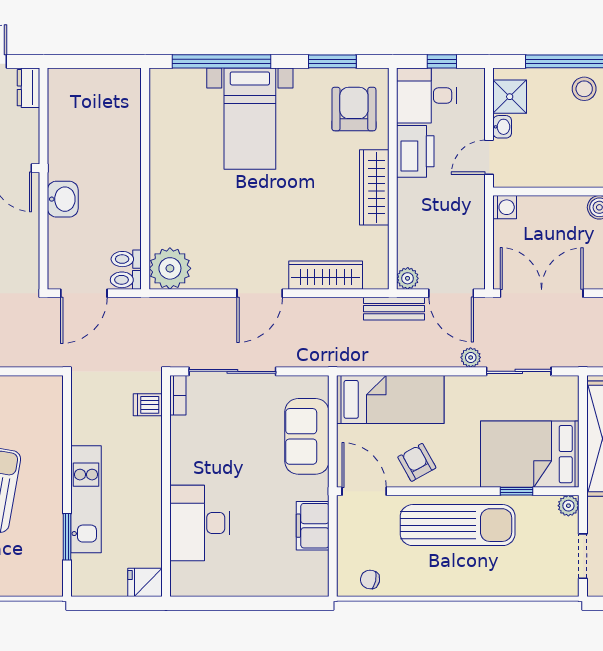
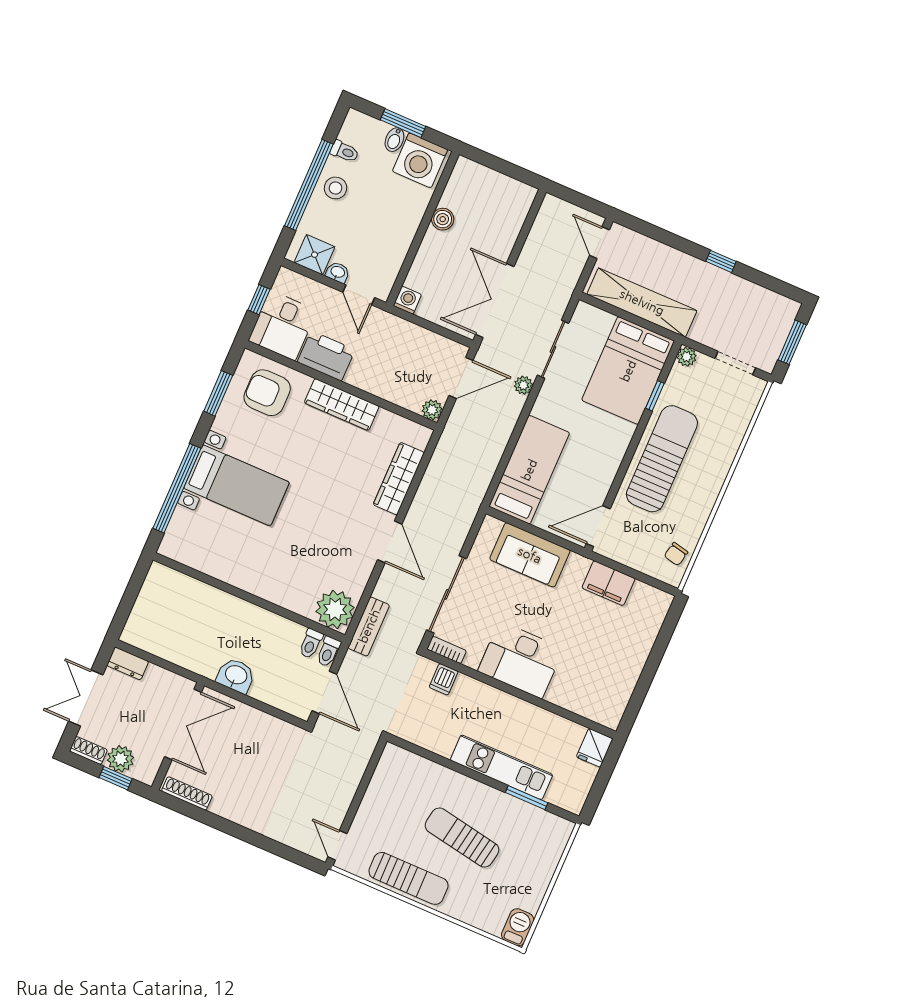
bench: (394, 309) -> (369, 626), moved
armchair: (417, 462) -> (593, 470), removed
desk: (200, 523) -> (521, 660), moved

